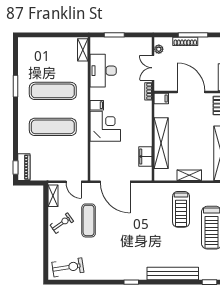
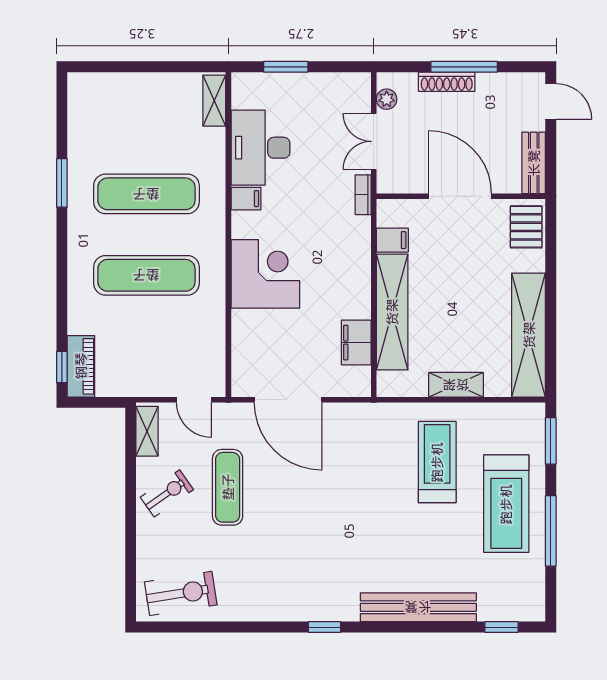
filing cabinet: (161, 98) -> (392, 240), moved
filing cabinet: (97, 105) -> (246, 199), moved
treadmill: (181, 209) -> (437, 462), turned 180

